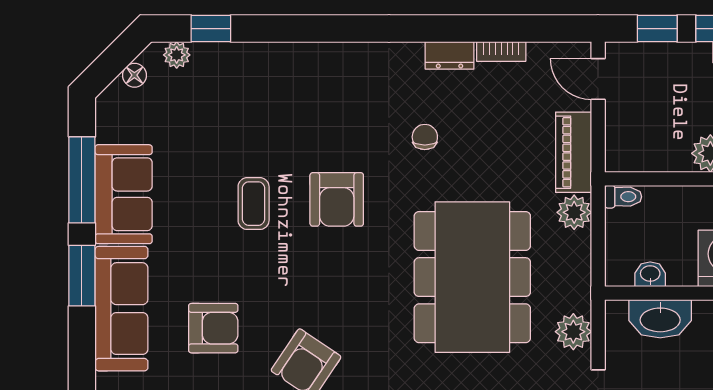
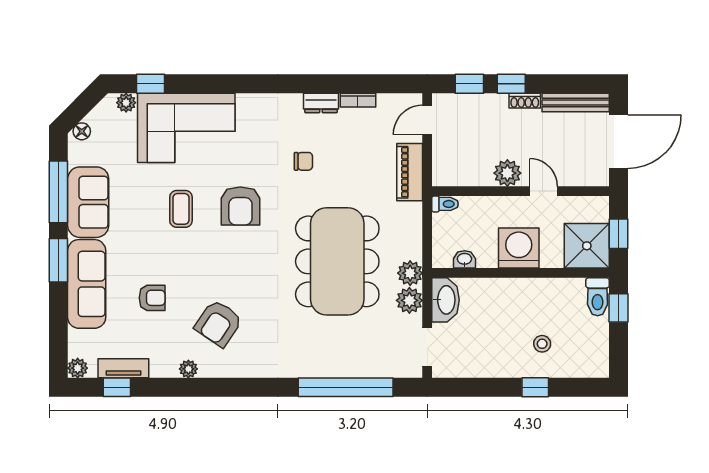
floor lamp: (134, 75) -> (82, 131), moved
door: (598, 79) -> (427, 120), hinge flipped
corner sofa: (261, 90) -> (186, 128), added
chair: (425, 137) -> (303, 161), turned 90
plant: (574, 212) -> (410, 273), moved
washbasin: (660, 319) -> (445, 300), moved, turned -90
armchair: (213, 328) -> (152, 298), width x0.72, depth x0.72

